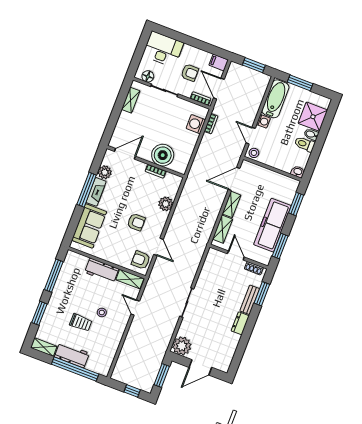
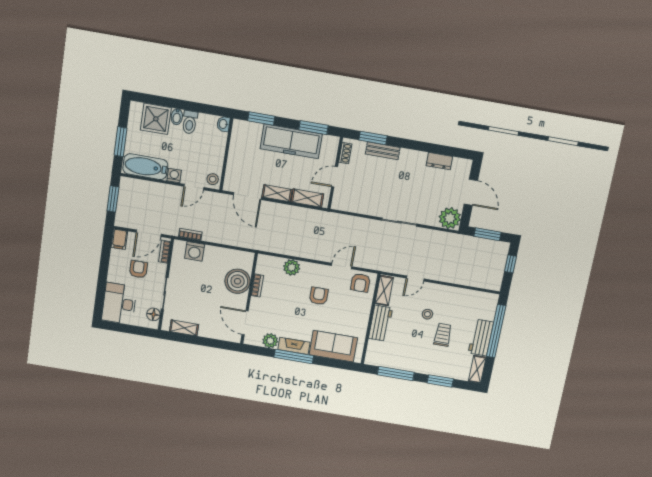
dresser: (240, 323) -> (439, 161), moved

